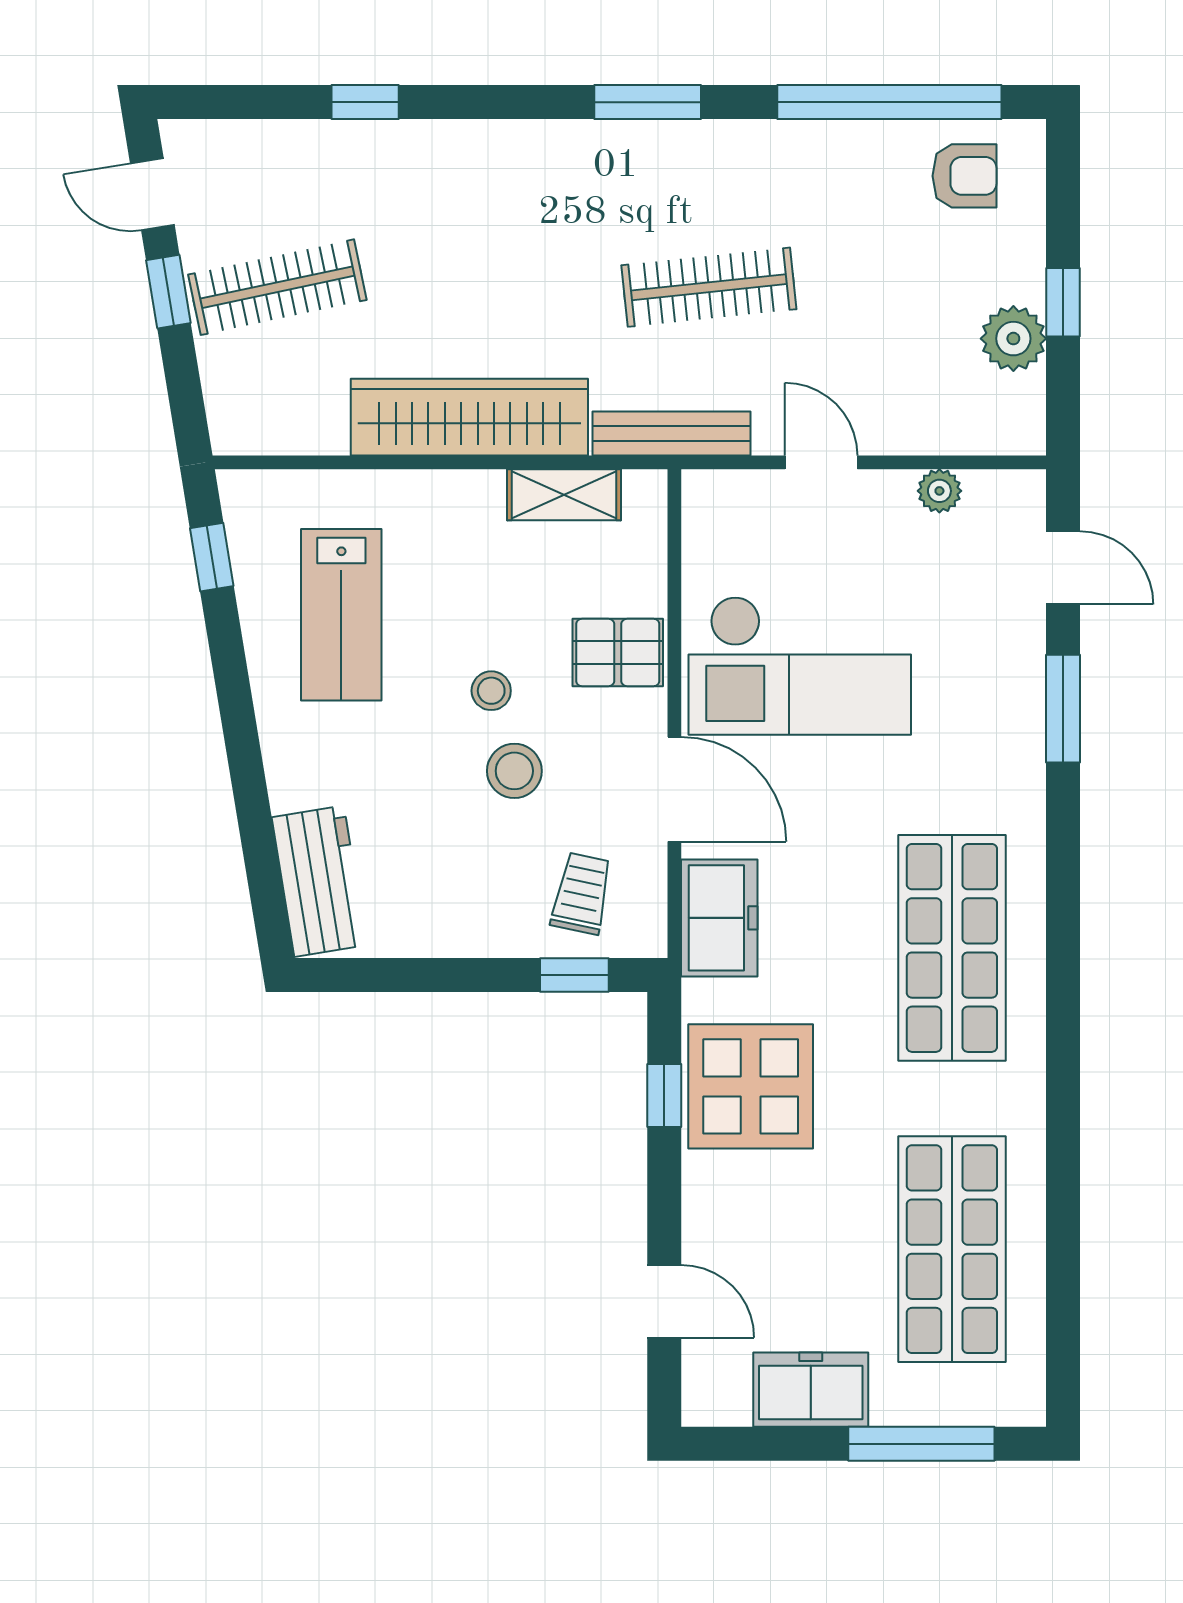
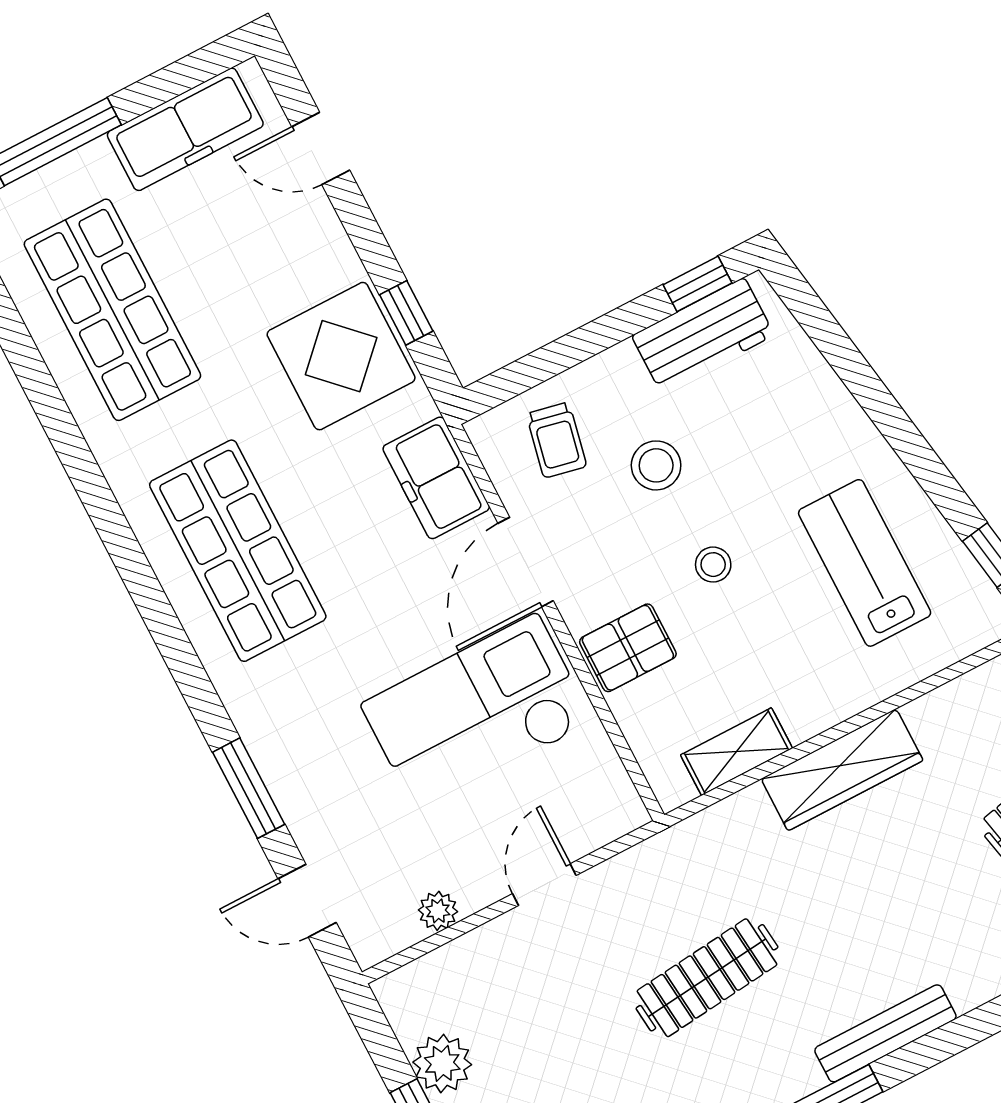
wardrobe: (469, 417) -> (842, 770), width x0.71, depth x0.85
bench: (671, 433) -> (885, 1033), moved
door: (821, 462) -> (544, 885), swing flipped
stool: (514, 771) -> (656, 465), moved
door: (674, 789) -> (526, 562), hinge flipped
workbench: (319, 881) -> (703, 335), moved, turned -81
window: (574, 975) -> (697, 284), moved
freezer: (811, 1390) -> (185, 129), width x1.40

